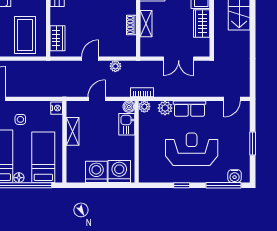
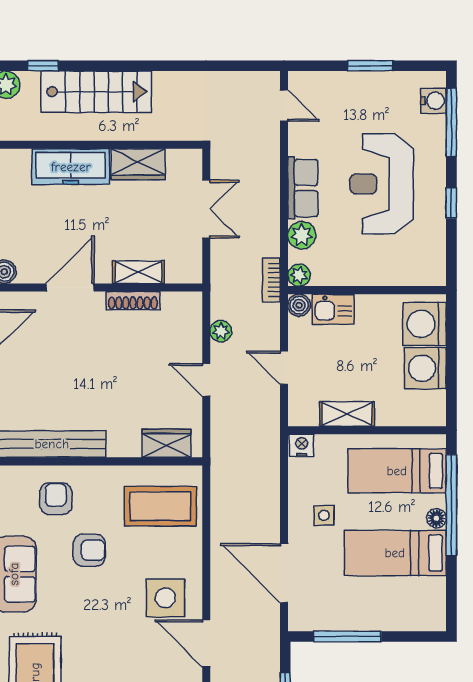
shoe rack: (131, 25) -> (133, 301), width x1.43

